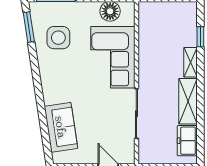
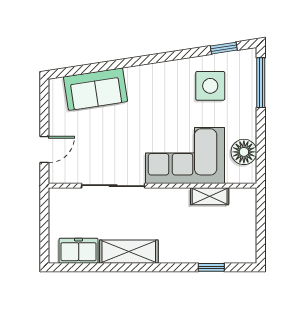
window: (29, 27) -> (224, 48), width x0.67
shelving: (190, 62) -> (210, 196), moved

